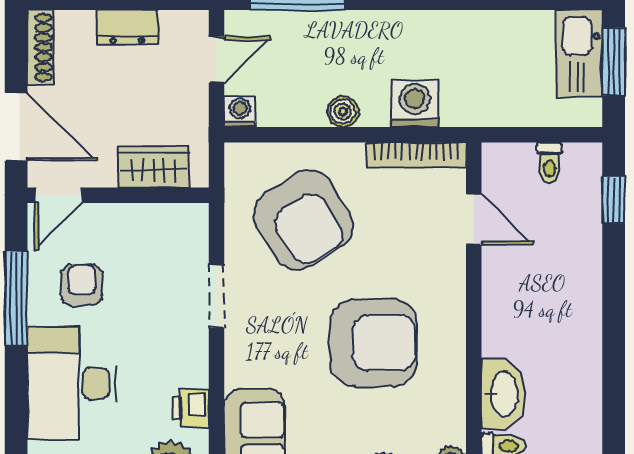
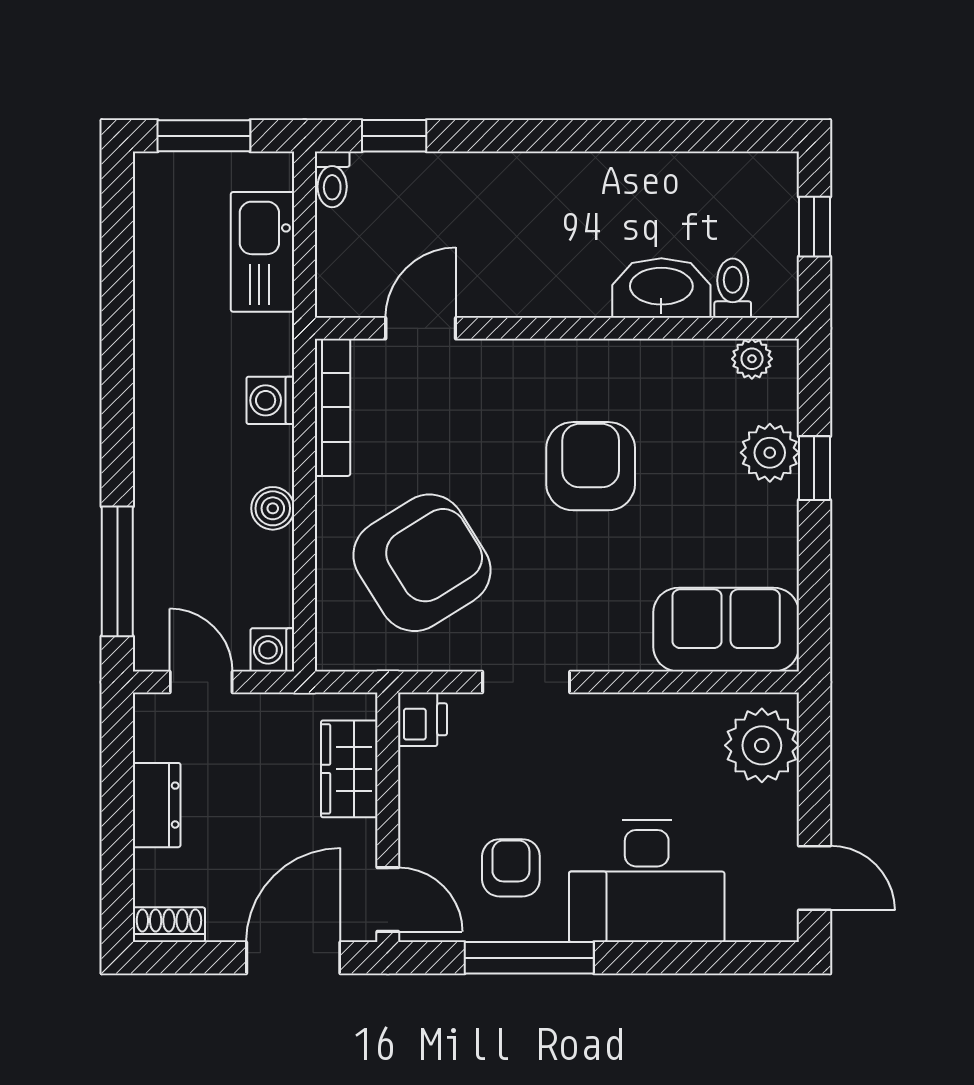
shoe rack: (40, 47) -> (169, 925), width x0.70
kitchen sink: (579, 54) -> (263, 252), moved, turned 90
washing machine: (415, 103) -> (270, 400), width x0.73, depth x0.73
toilet: (550, 163) -> (332, 179), moved, turned 90
armchair: (82, 285) -> (511, 868), turned 90
armchair: (373, 343) -> (591, 466), width x0.73, depth x0.73
printer: (191, 408) -> (423, 719), moved, turned -90

